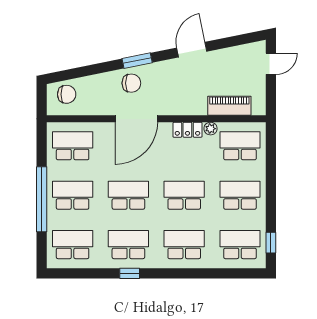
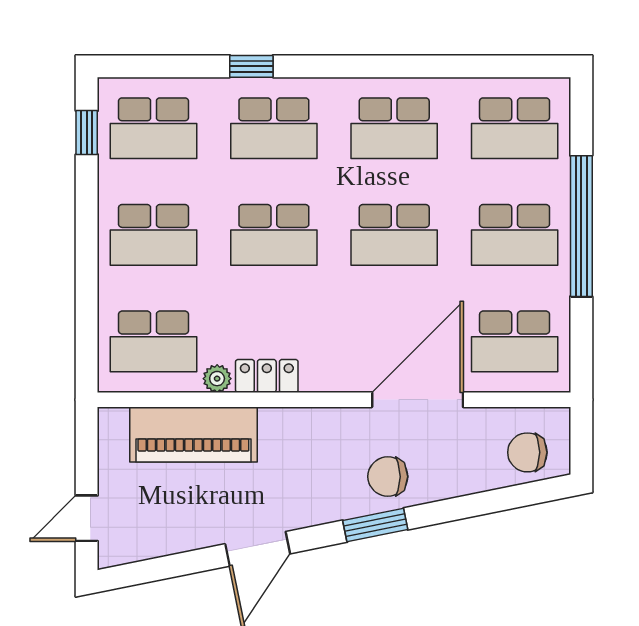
piano: (229, 106) -> (193, 435), width x1.37, depth x1.33
door: (136, 119) -> (418, 400), moved
window: (130, 273) -> (251, 66), moved

